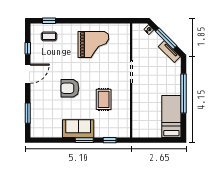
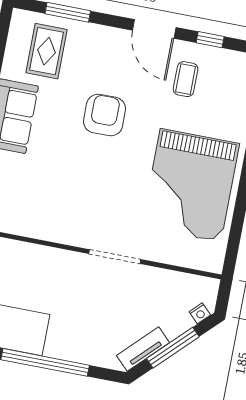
coffee table: (49, 36) -> (186, 79), moved
grand piano: (93, 45) -> (191, 185), width x1.37, depth x1.48
rug: (104, 99) -> (46, 51), moved, turned 90

